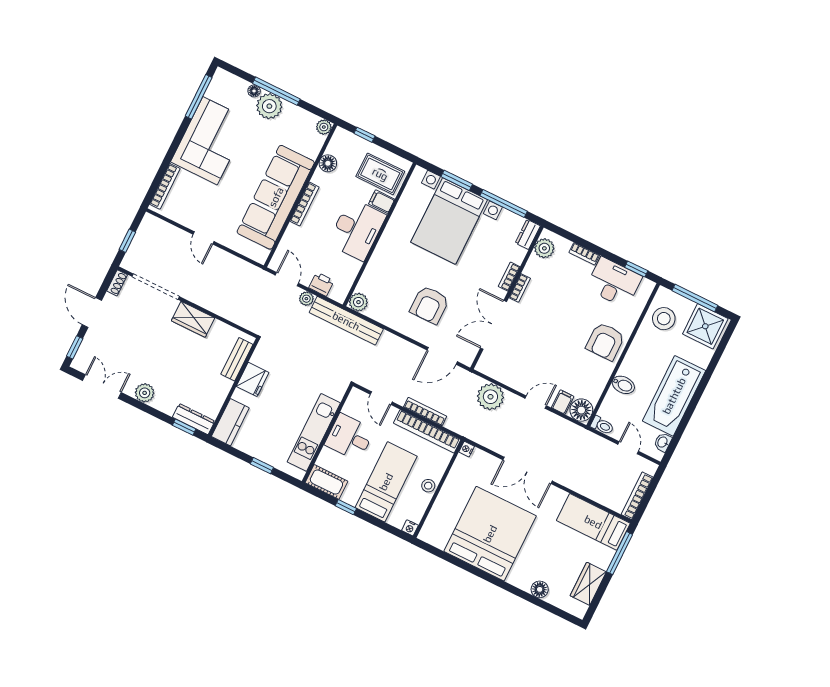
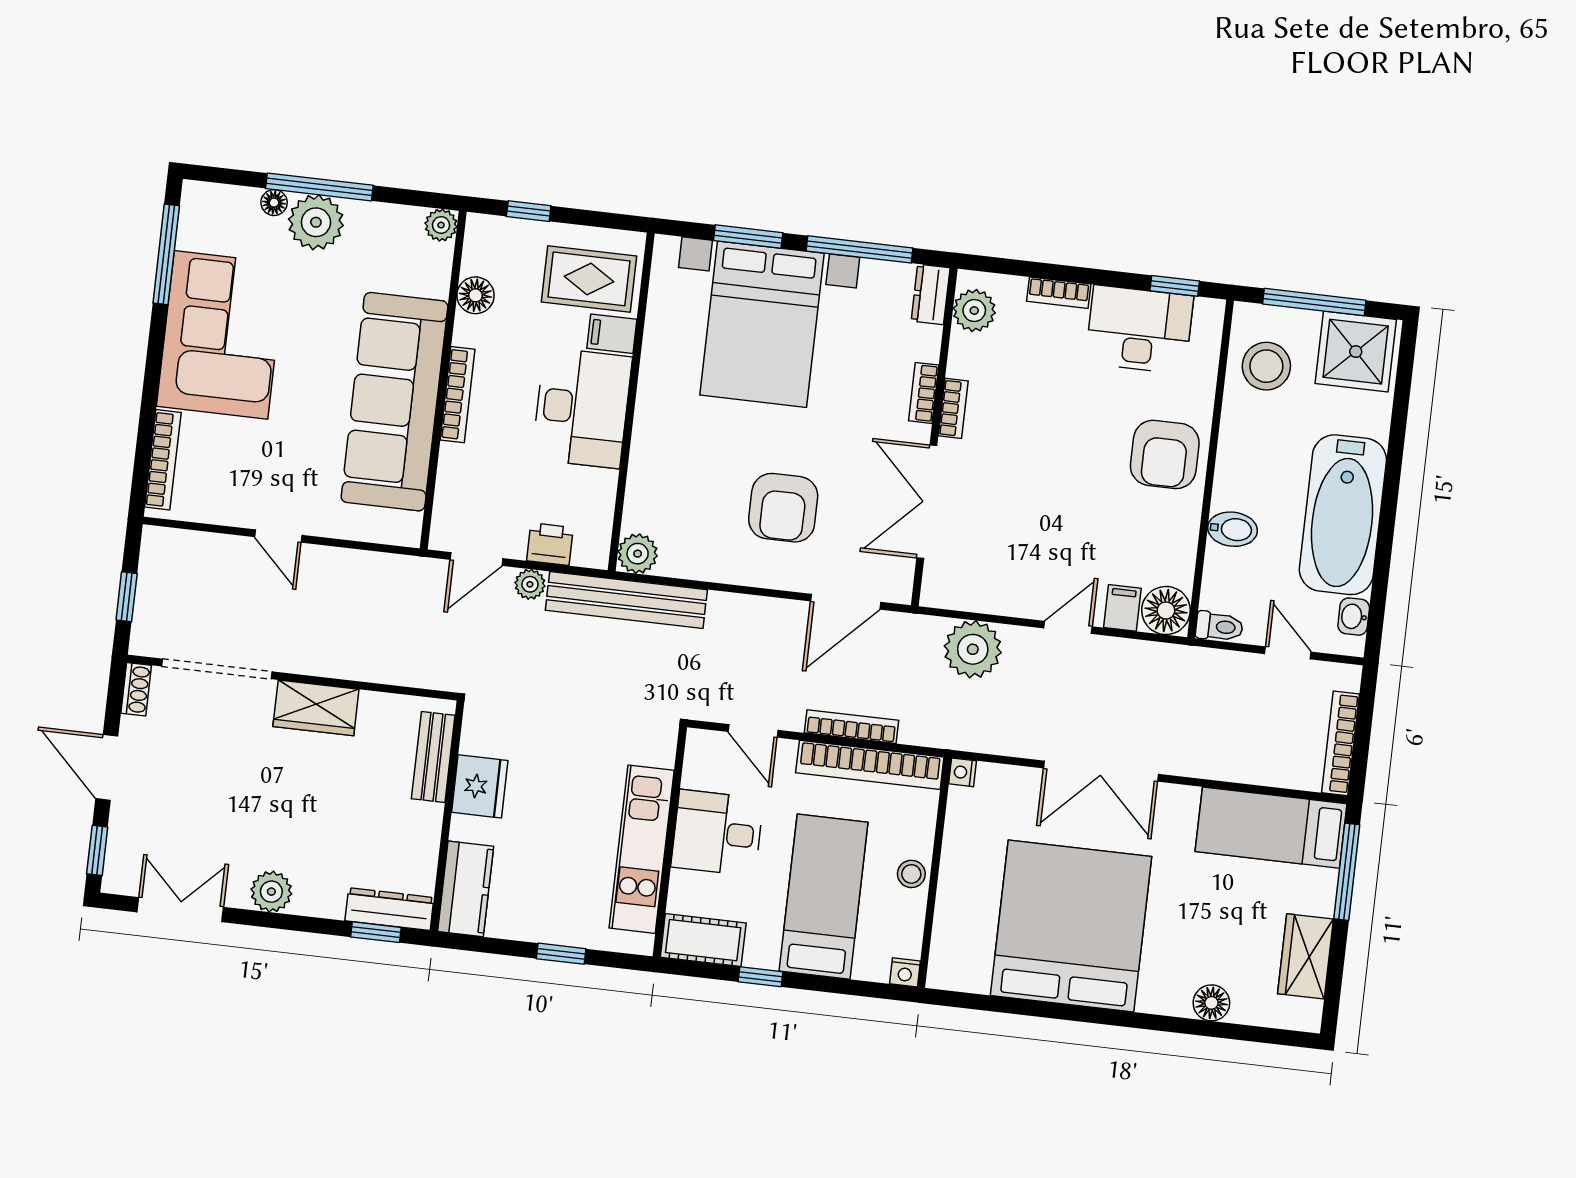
door: (287, 279) -> (476, 559), swing flipped

